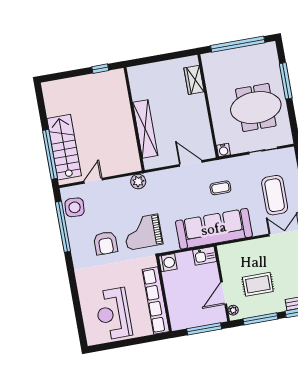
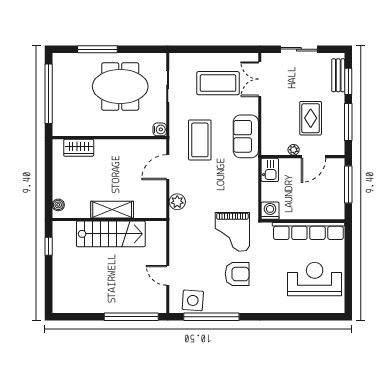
boiler: (139, 71) -> (58, 205), added
meeting table: (256, 107) -> (120, 86), turned 90
shelving: (145, 129) -> (112, 210), width x0.68
stairs: (64, 147) -> (111, 234), moved, turned 180
plant: (138, 182) -> (177, 202), moved
coffee table: (220, 188) -> (200, 140), width x1.86, depth x1.72
sofa: (214, 229) -> (246, 136), width x0.54, depth x0.79
door: (224, 293) -> (314, 157), hinge flipped
plant: (233, 310) -> (294, 150), moved
reception desk: (113, 314) -> (315, 279), turned 180

